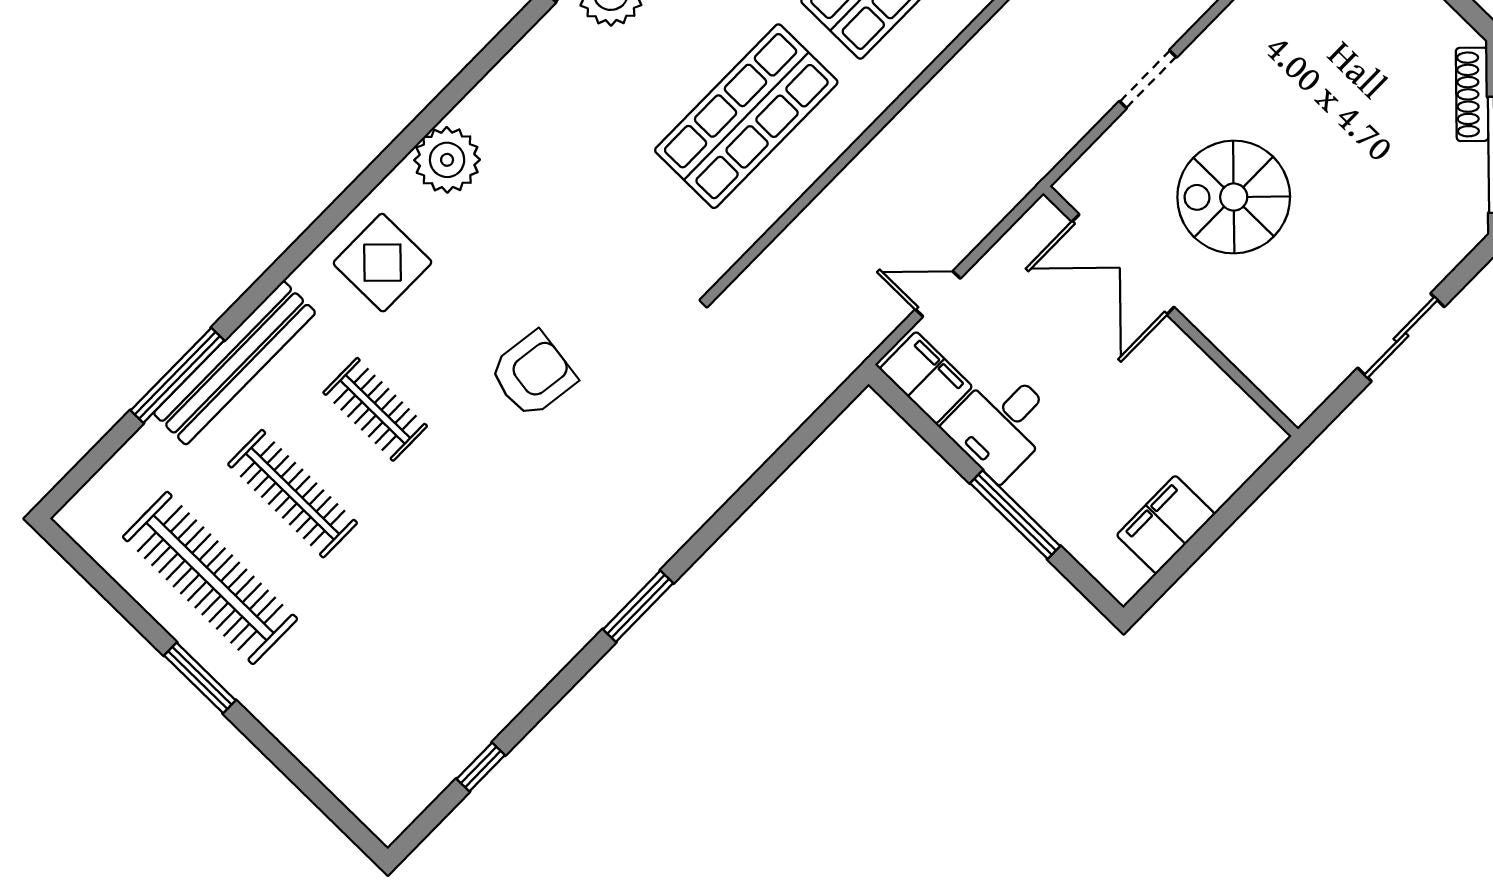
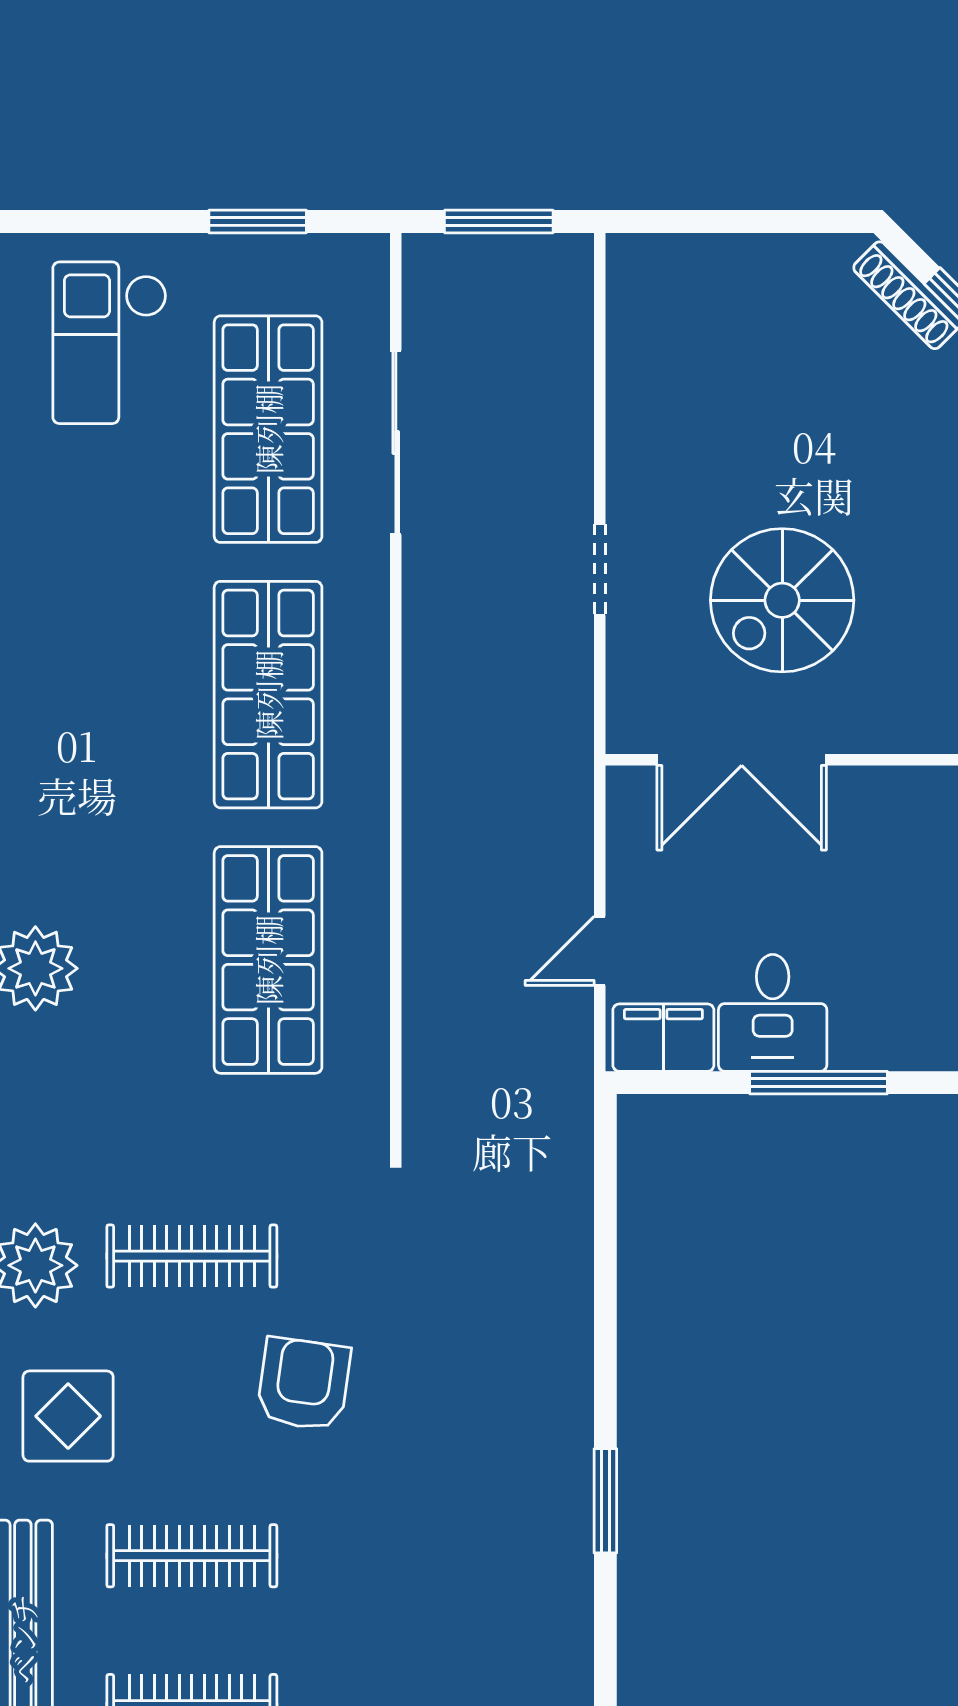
clothes rail: (540, 241) -> (192, 1256), added
clothes rail: (375, 409) -> (192, 1556), width x1.36
window: (1015, 515) -> (818, 1083), moved

